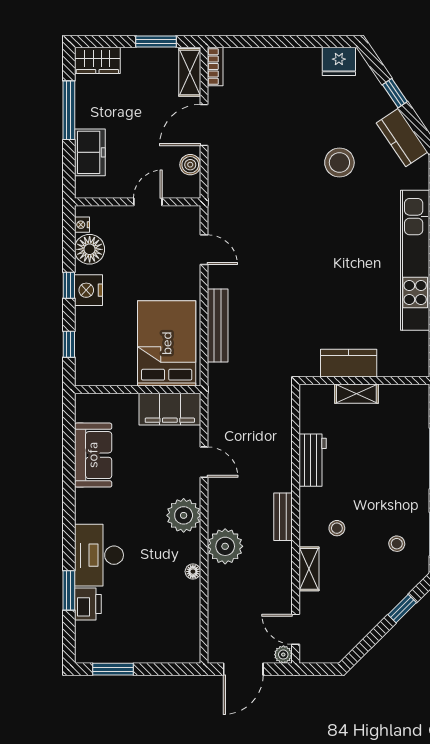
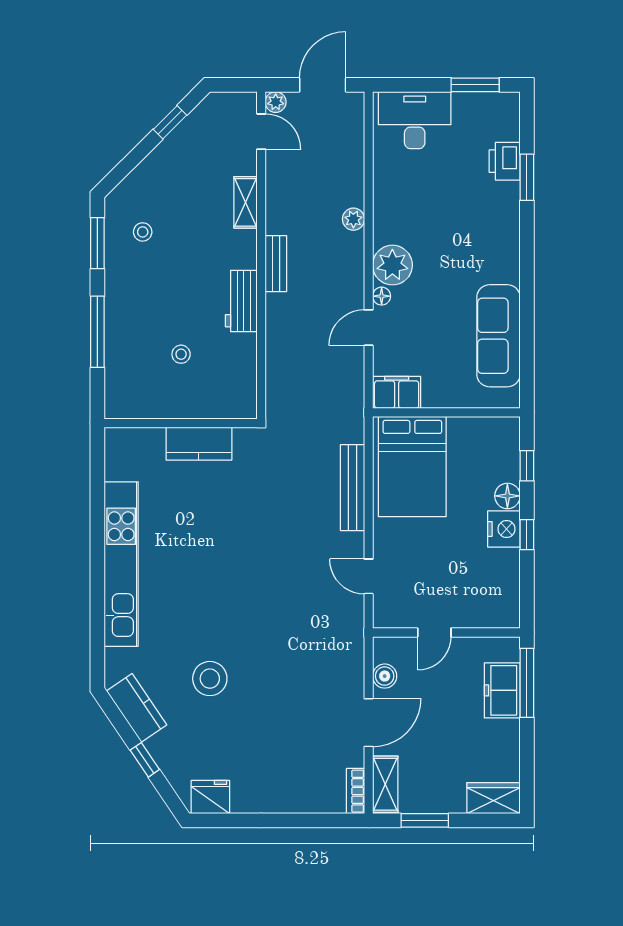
window: (69, 110) -> (527, 683), moved
nightstand: (82, 225) -> (512, 606), removed
floor lamp: (90, 249) -> (507, 496), moved, width x0.73, depth x0.73
shelving: (356, 394) -> (190, 408), removed
filing cabinet: (170, 409) -> (397, 392), width x0.67, depth x0.86
sofa: (93, 455) -> (498, 336), width x1.36
workbench: (313, 460) -> (241, 301), moved
door: (204, 462) -> (369, 328), hinge flipped
stool: (337, 528) -> (181, 354), moved
plant: (225, 546) -> (353, 219), width x0.53, depth x0.53
desk: (99, 555) -> (415, 120), moved, turned -90
floor lamp: (193, 572) -> (382, 296), moved
window: (402, 609) -> (170, 122), moved

